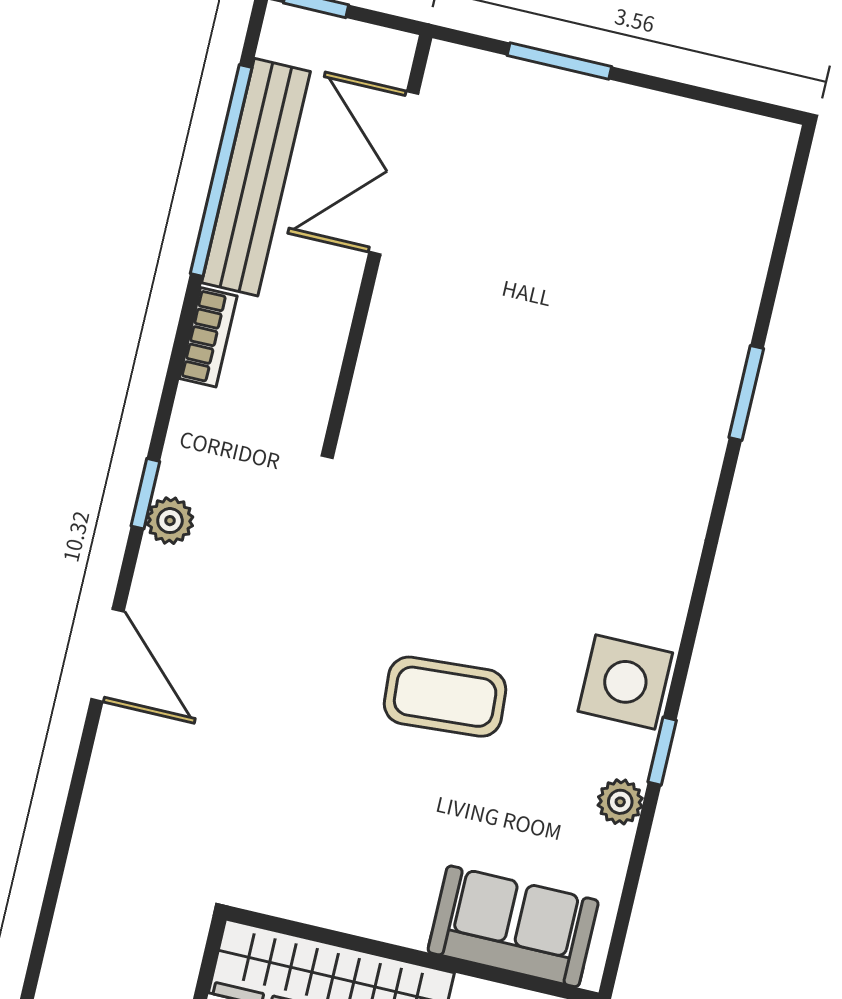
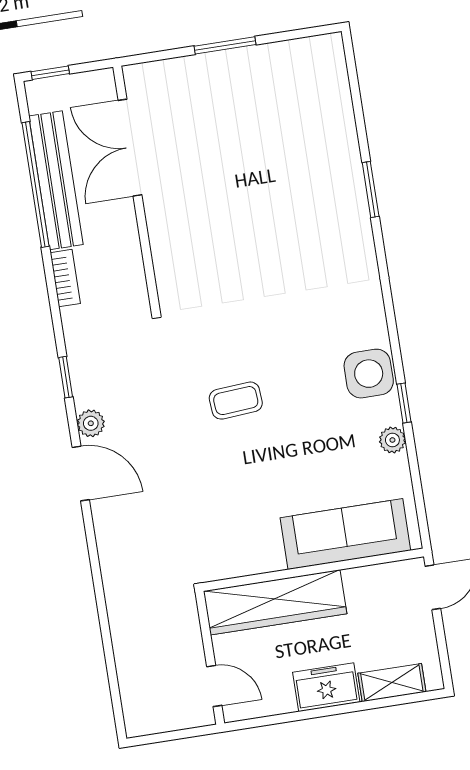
window: (559, 61) -> (225, 45), moved
plant: (170, 521) -> (91, 423), moved
coffee table: (445, 697) -> (236, 401), moved, width x0.73, depth x0.77
sofa: (513, 926) -> (345, 534), width x1.36

